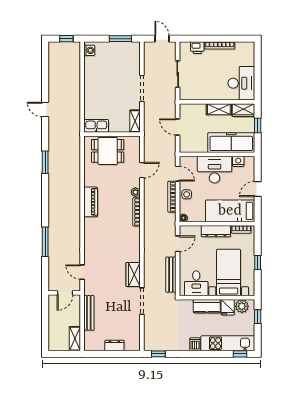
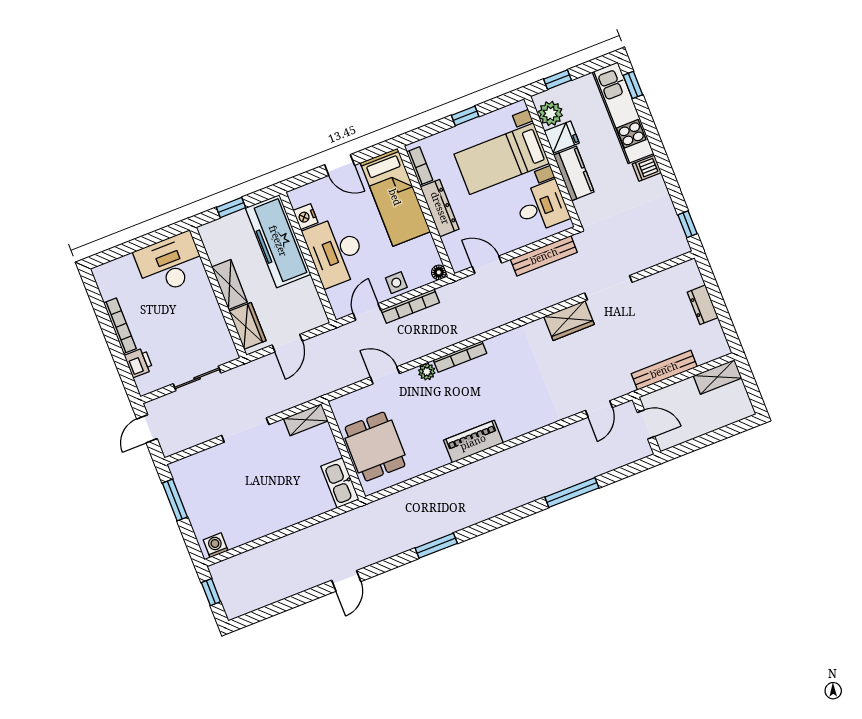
wardrobe: (243, 110) -> (248, 326), moved

